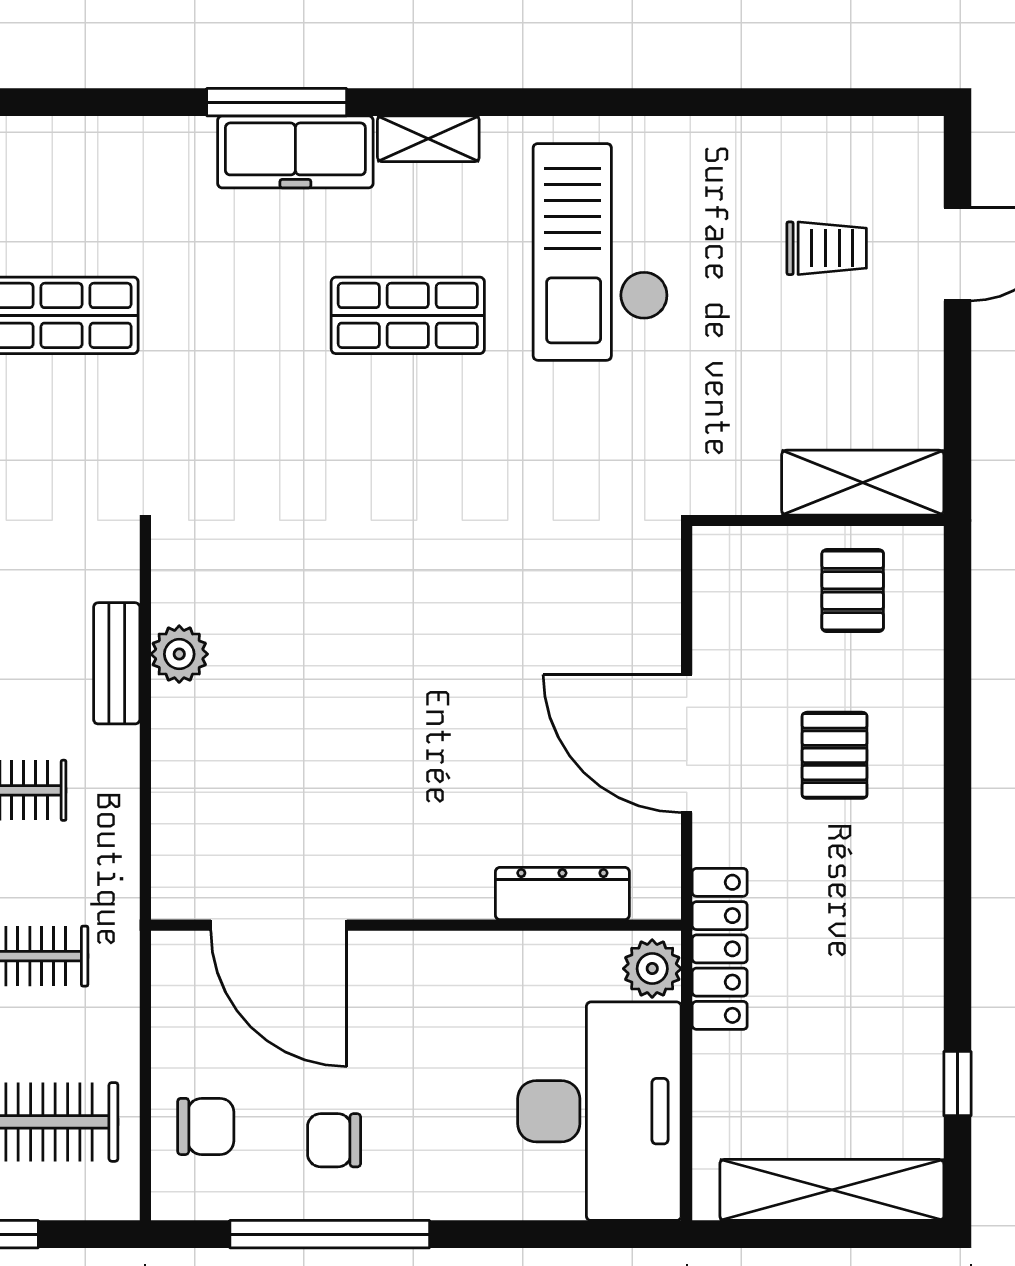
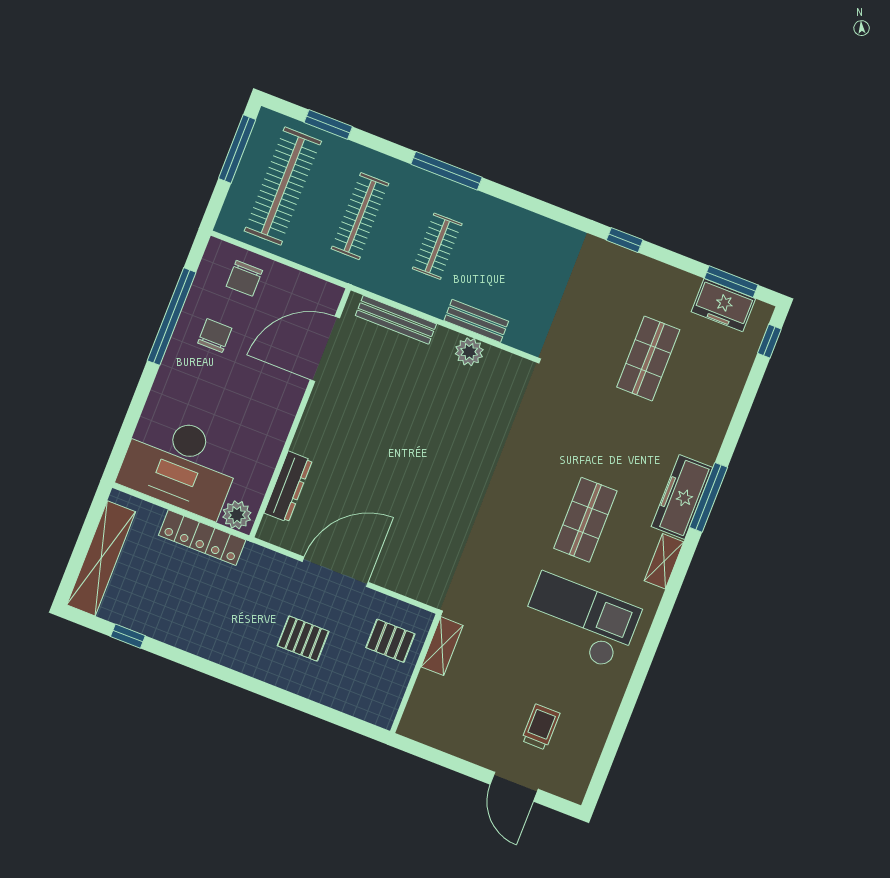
trolley: (827, 248) -> (541, 727), turned 180
shelving: (863, 483) -> (442, 646), moved, width x0.67, depth x0.75
pallet: (853, 591) -> (390, 641), moved
bench: (173, 814) -> (396, 320), added
locker: (720, 949) -> (202, 538), moved

